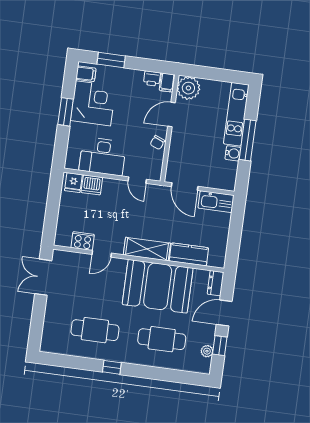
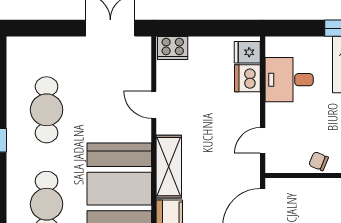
desk: (103, 156) -> (289, 80), width x0.73
cooker: (83, 241) -> (173, 48), moved, turned 90

